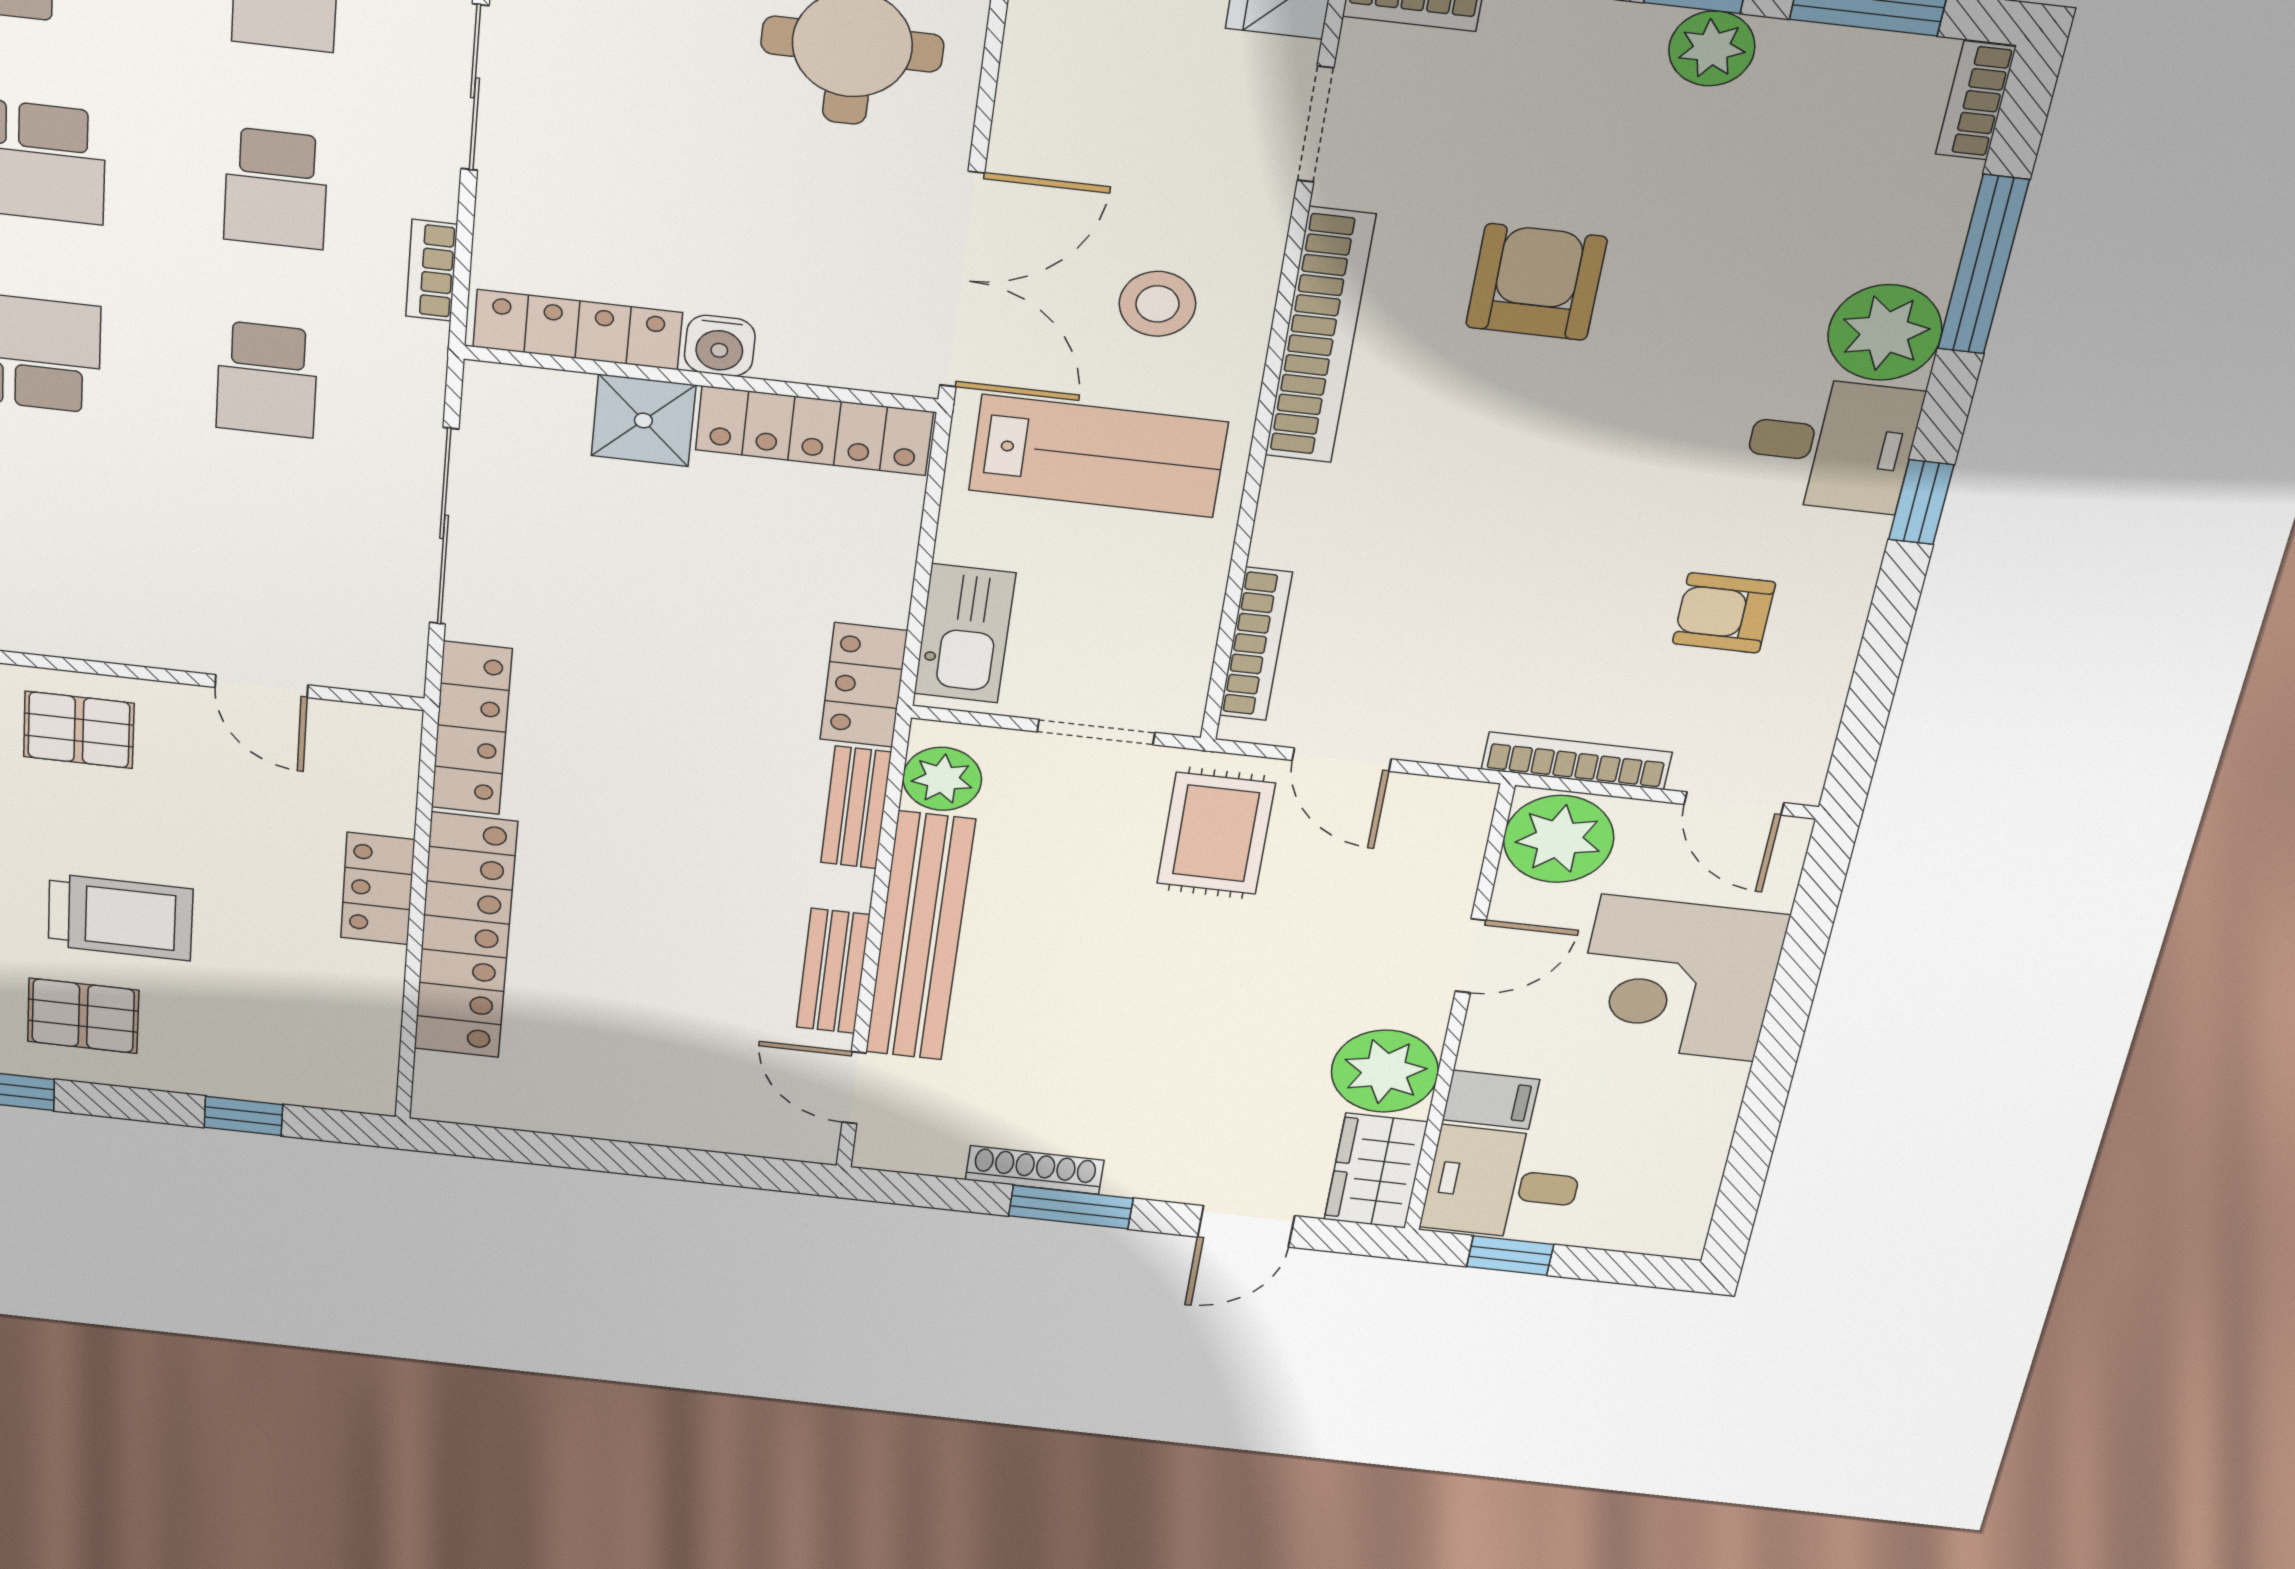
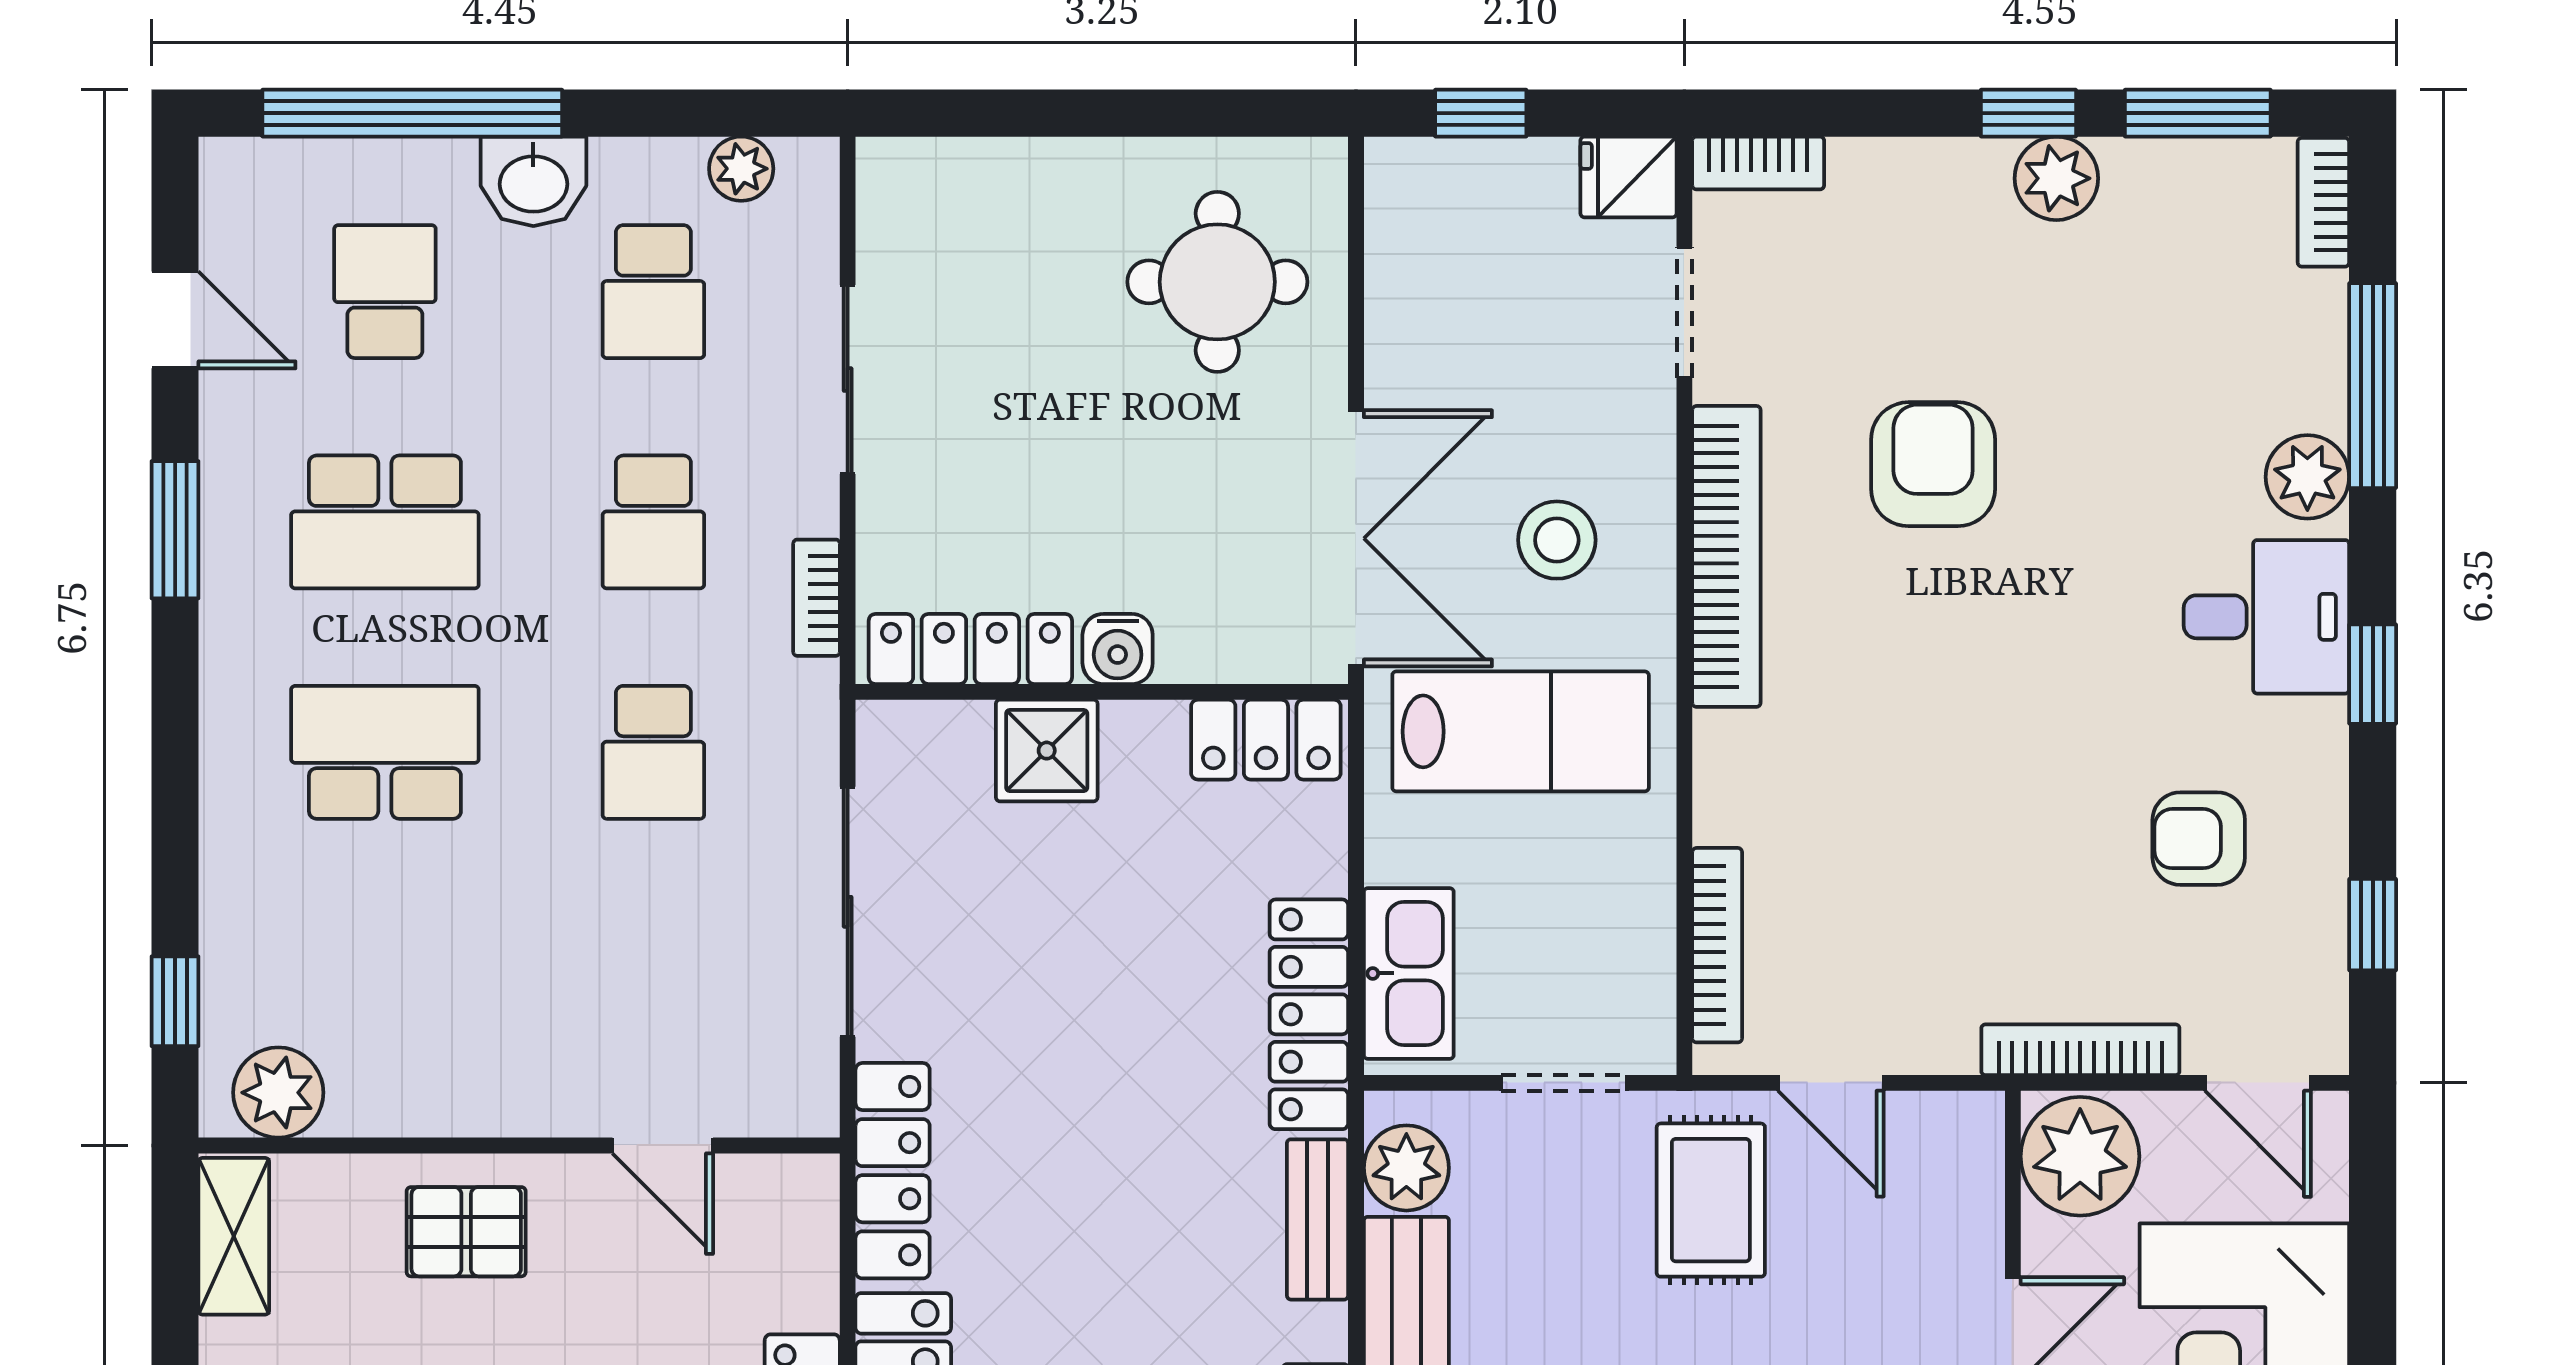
plant: (1885, 333) -> (2307, 477), width x0.73, depth x0.73
locker: (814, 431) -> (1266, 740), width x0.66
locker: (864, 685) -> (1309, 1014), width x1.53
window: (1870, 697) -> (2373, 925), added

